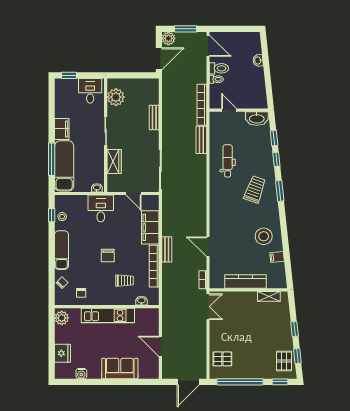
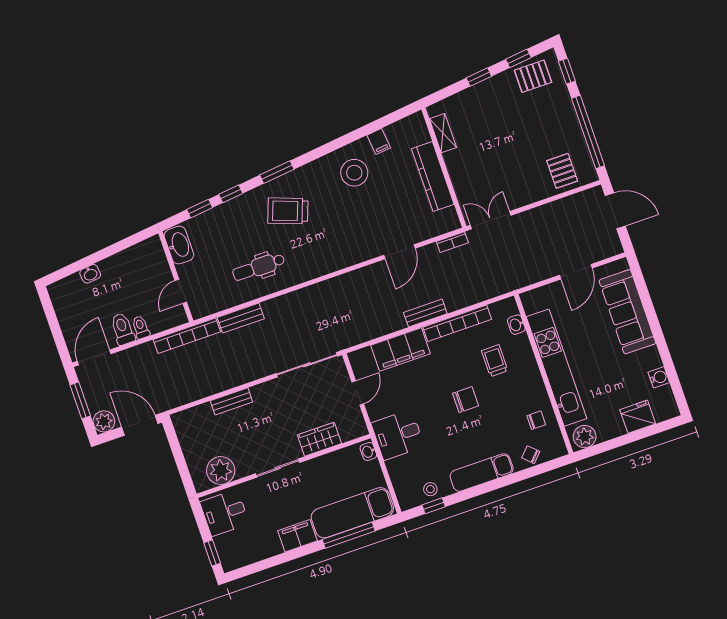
kitchen unit: (108, 315) -> (556, 368), width x1.36
sofa: (120, 369) -> (627, 312), width x1.36

